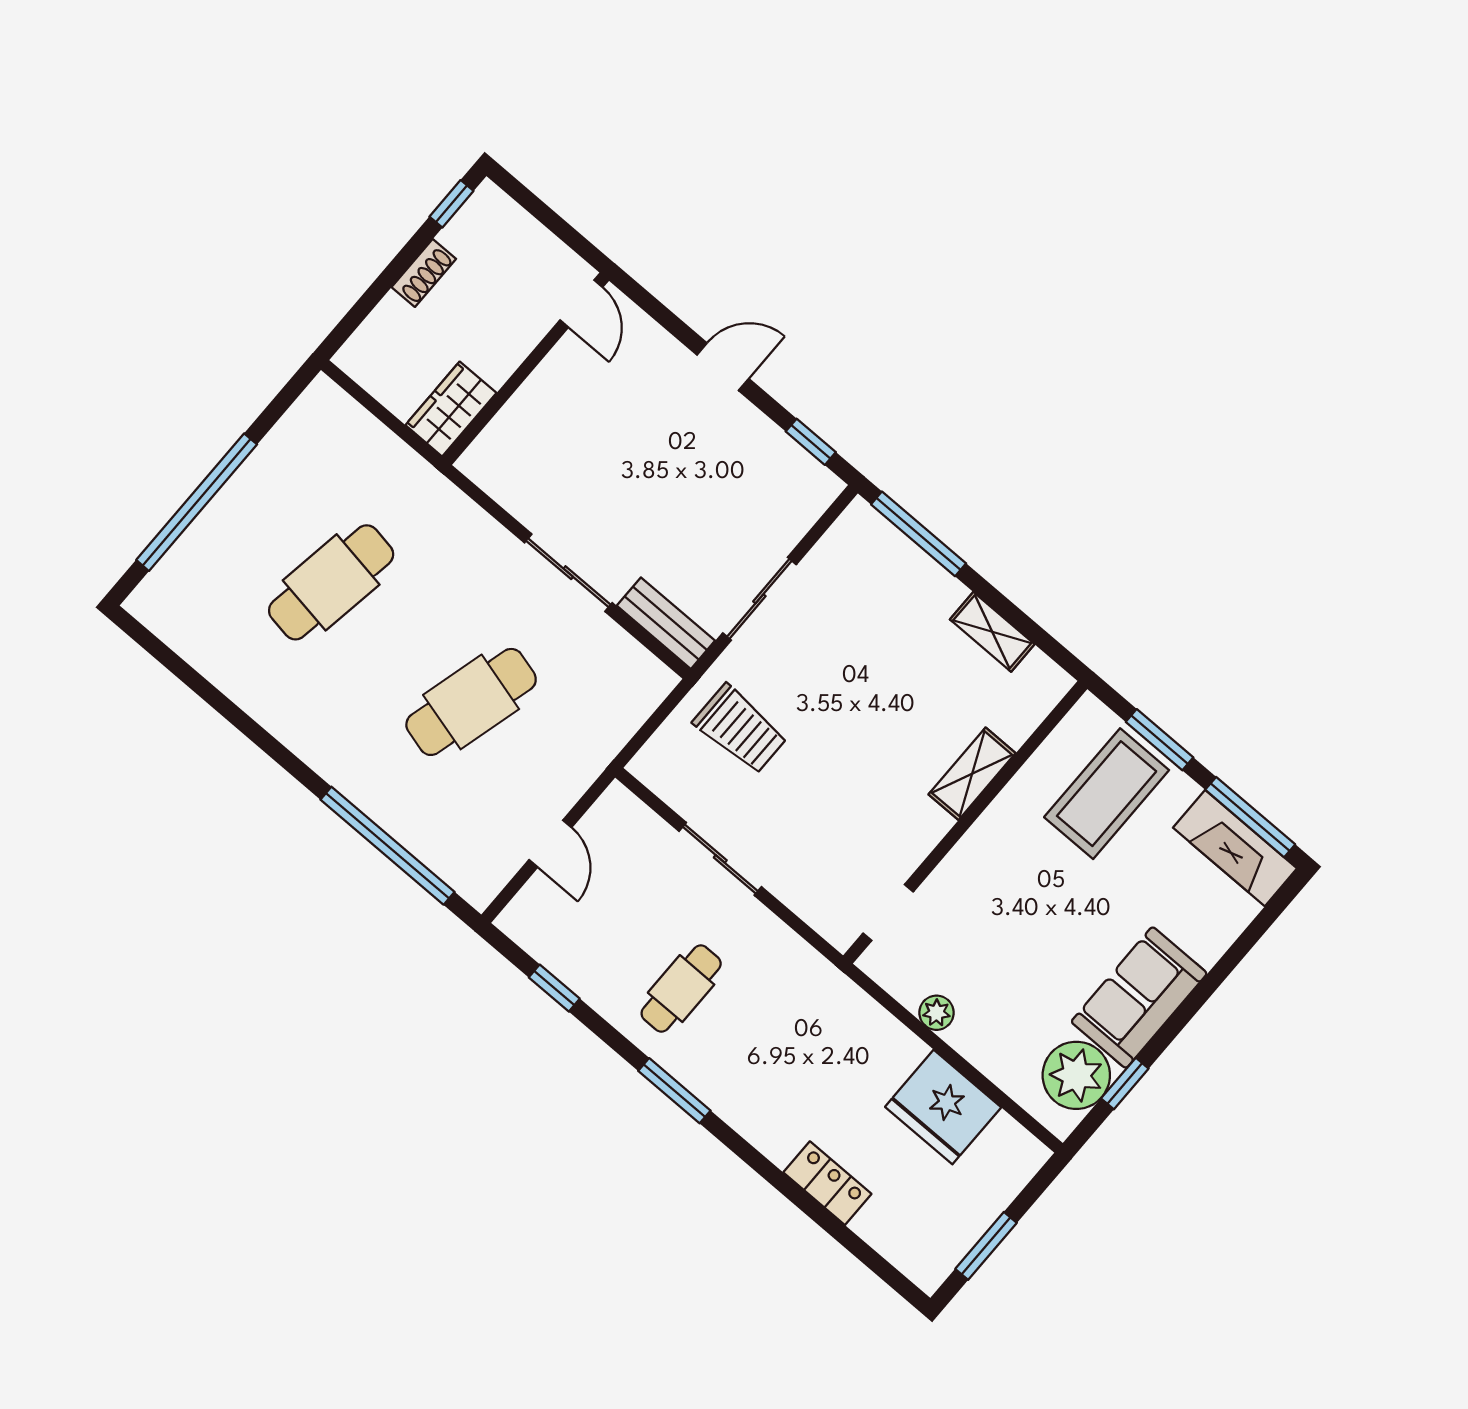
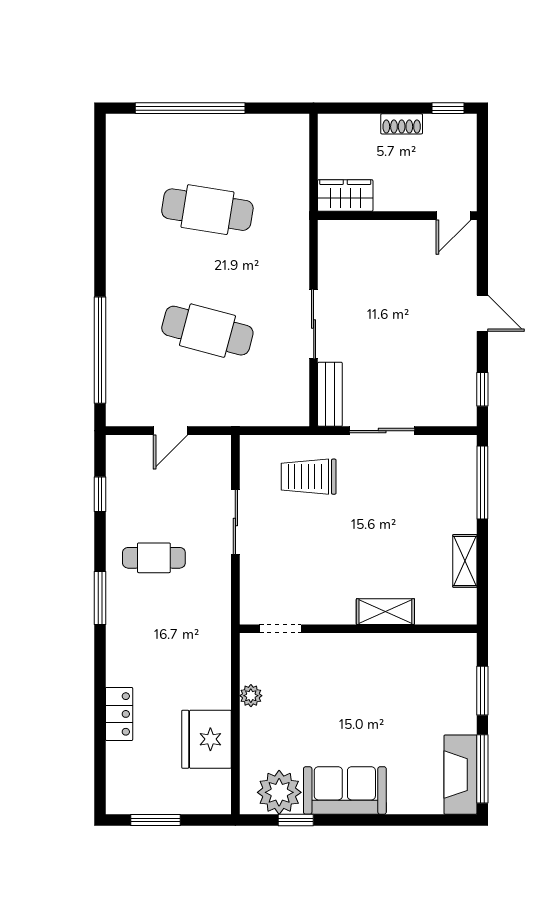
trolley: (740, 729) -> (309, 477), turned 90
coffee table: (1107, 794) -> (433, 687), removed

